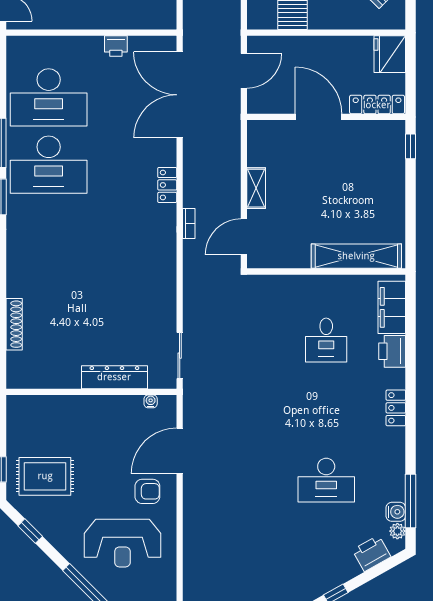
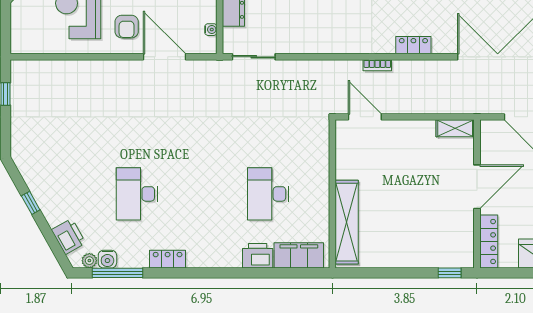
shelving: (256, 188) -> (455, 128), moved
desk: (326, 340) -> (268, 194), width x1.37
locker: (396, 408) -> (168, 259), moved

